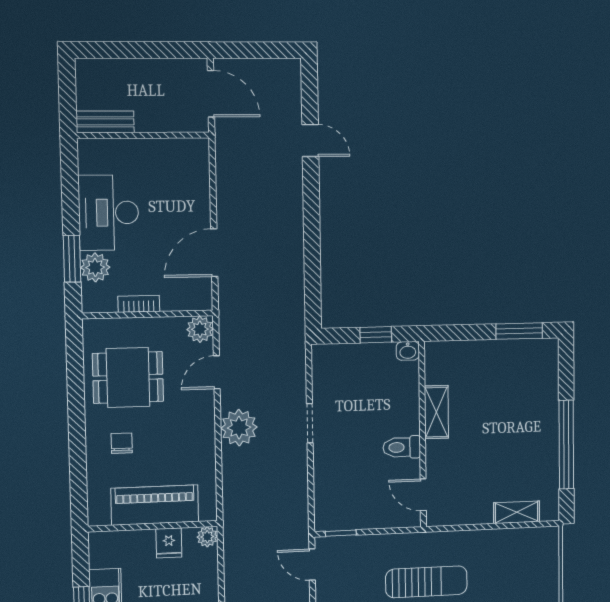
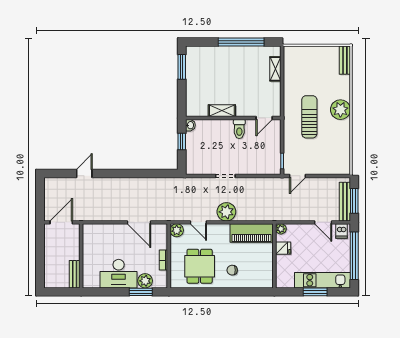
piano: (155, 505) -> (252, 233), moved, turned -90

